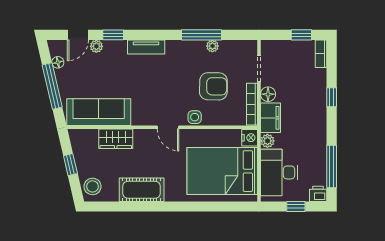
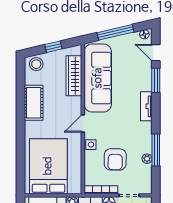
window: (113, 35) -> (156, 80), width x1.50
plant: (96, 46) -> (147, 67), removed
floor lamp: (58, 62) -> (144, 34), moved
sofa: (99, 112) -> (98, 78), width x1.36, depth x1.27
nightstand: (250, 138) -> (75, 188), removed
wardrobe: (116, 139) -> (74, 76), width x1.50

